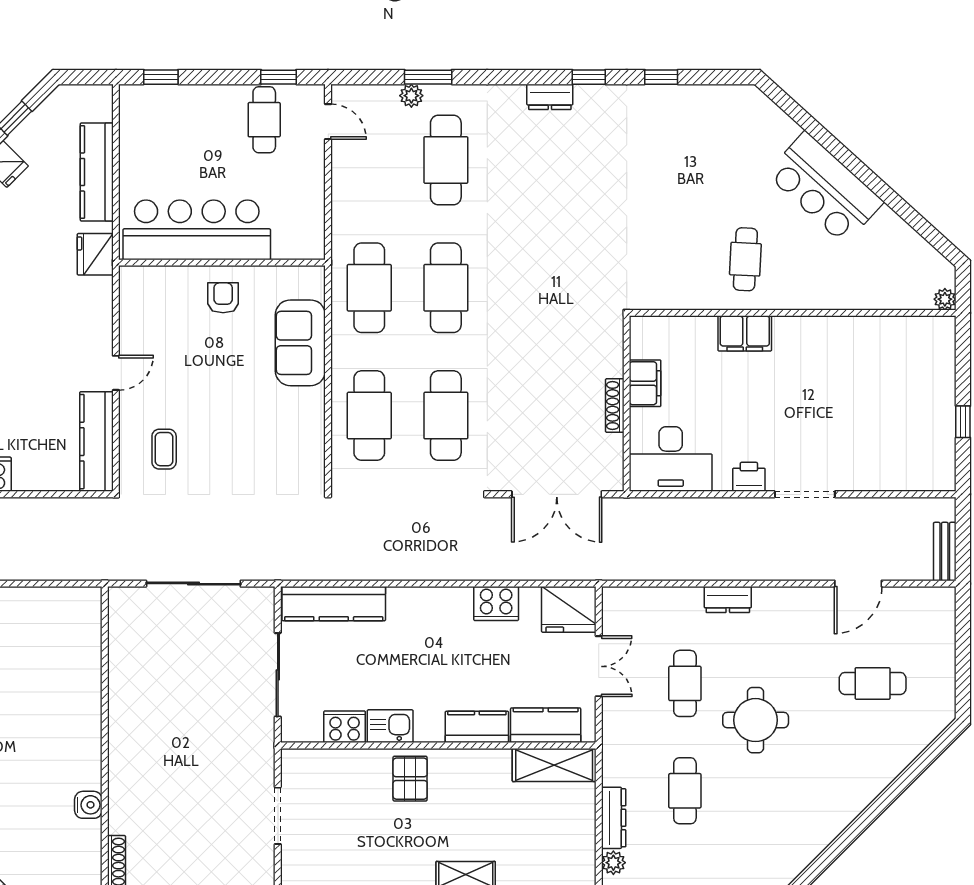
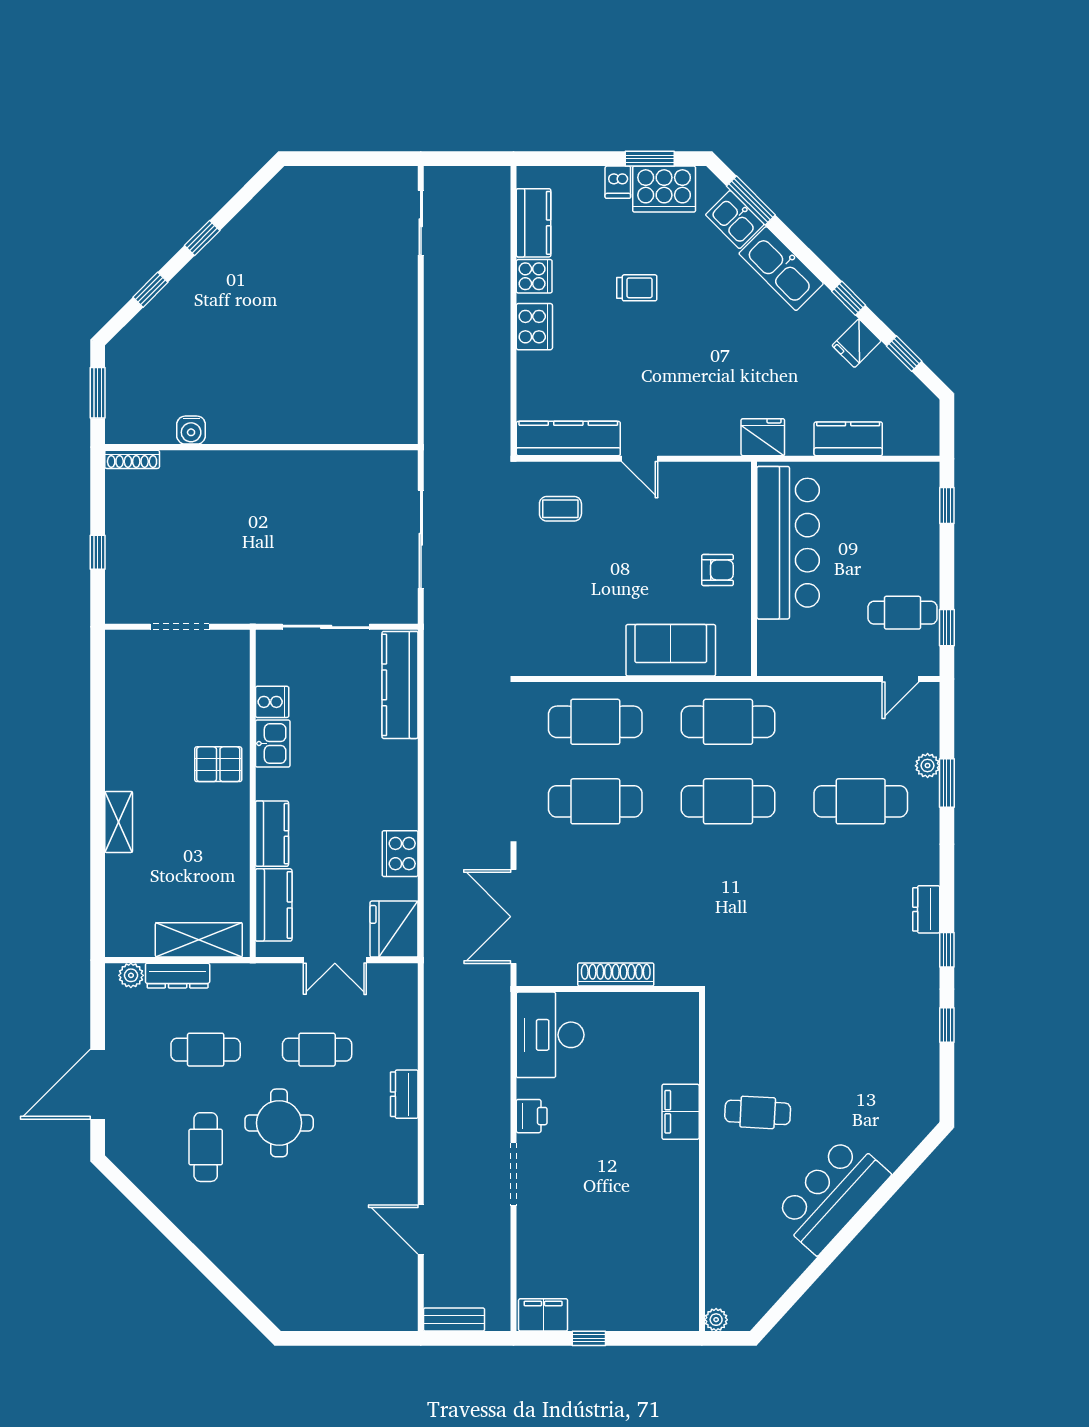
kitchen counter: (97, 172) -> (848, 439), width x0.67
filing cabinet: (645, 383) -> (543, 1315), moved, turned 180
shoe rack: (615, 405) -> (616, 975), width x1.36, depth x1.24
cafe table: (873, 683) -> (206, 1147), moved
cooker: (345, 727) -> (272, 702), width x0.73
shelving: (554, 765) -> (199, 940), moved, turned 90

